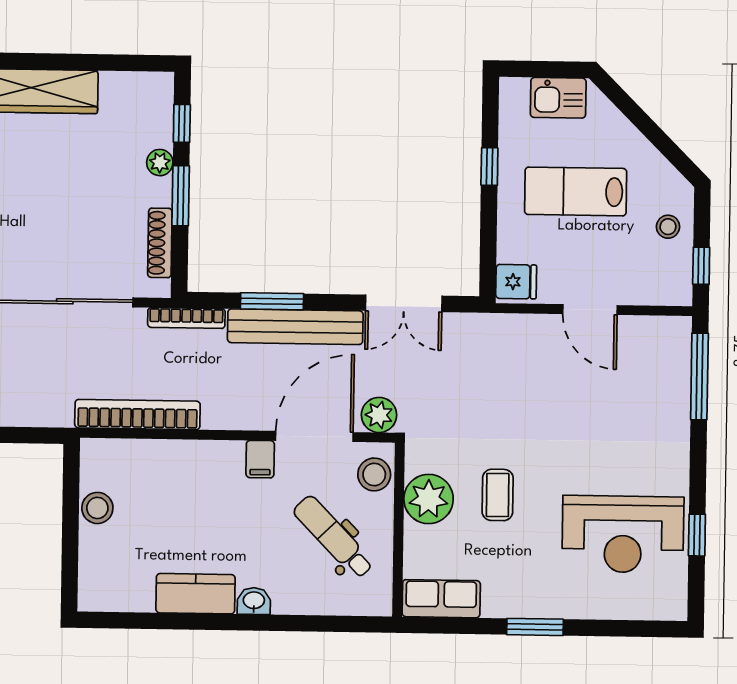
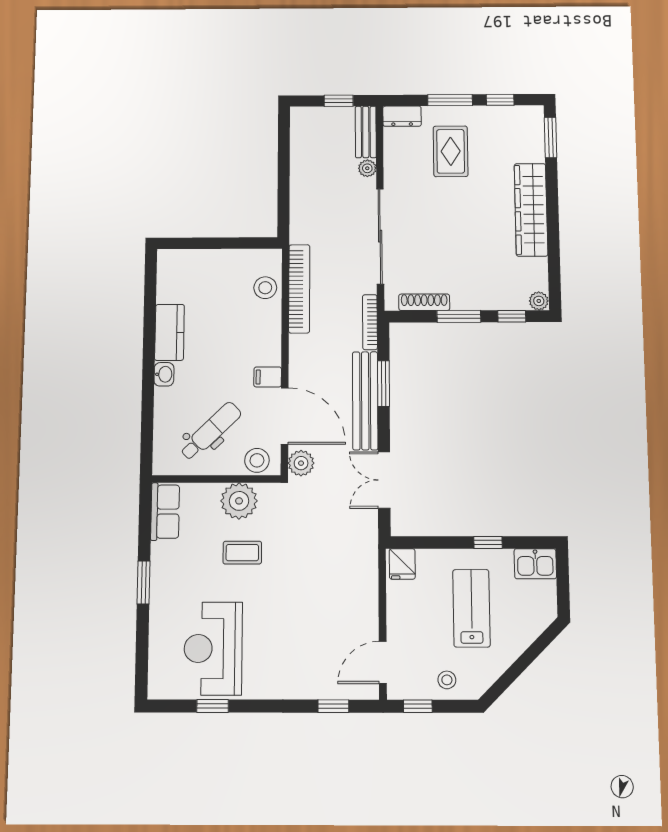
kitchen sink: (558, 98) -> (535, 564), moved, turned -90
plant: (160, 163) -> (539, 301), moved
door: (590, 310) -> (383, 663), moved
window: (699, 376) -> (333, 706), width x0.46
stool: (97, 508) -> (265, 288), moved

